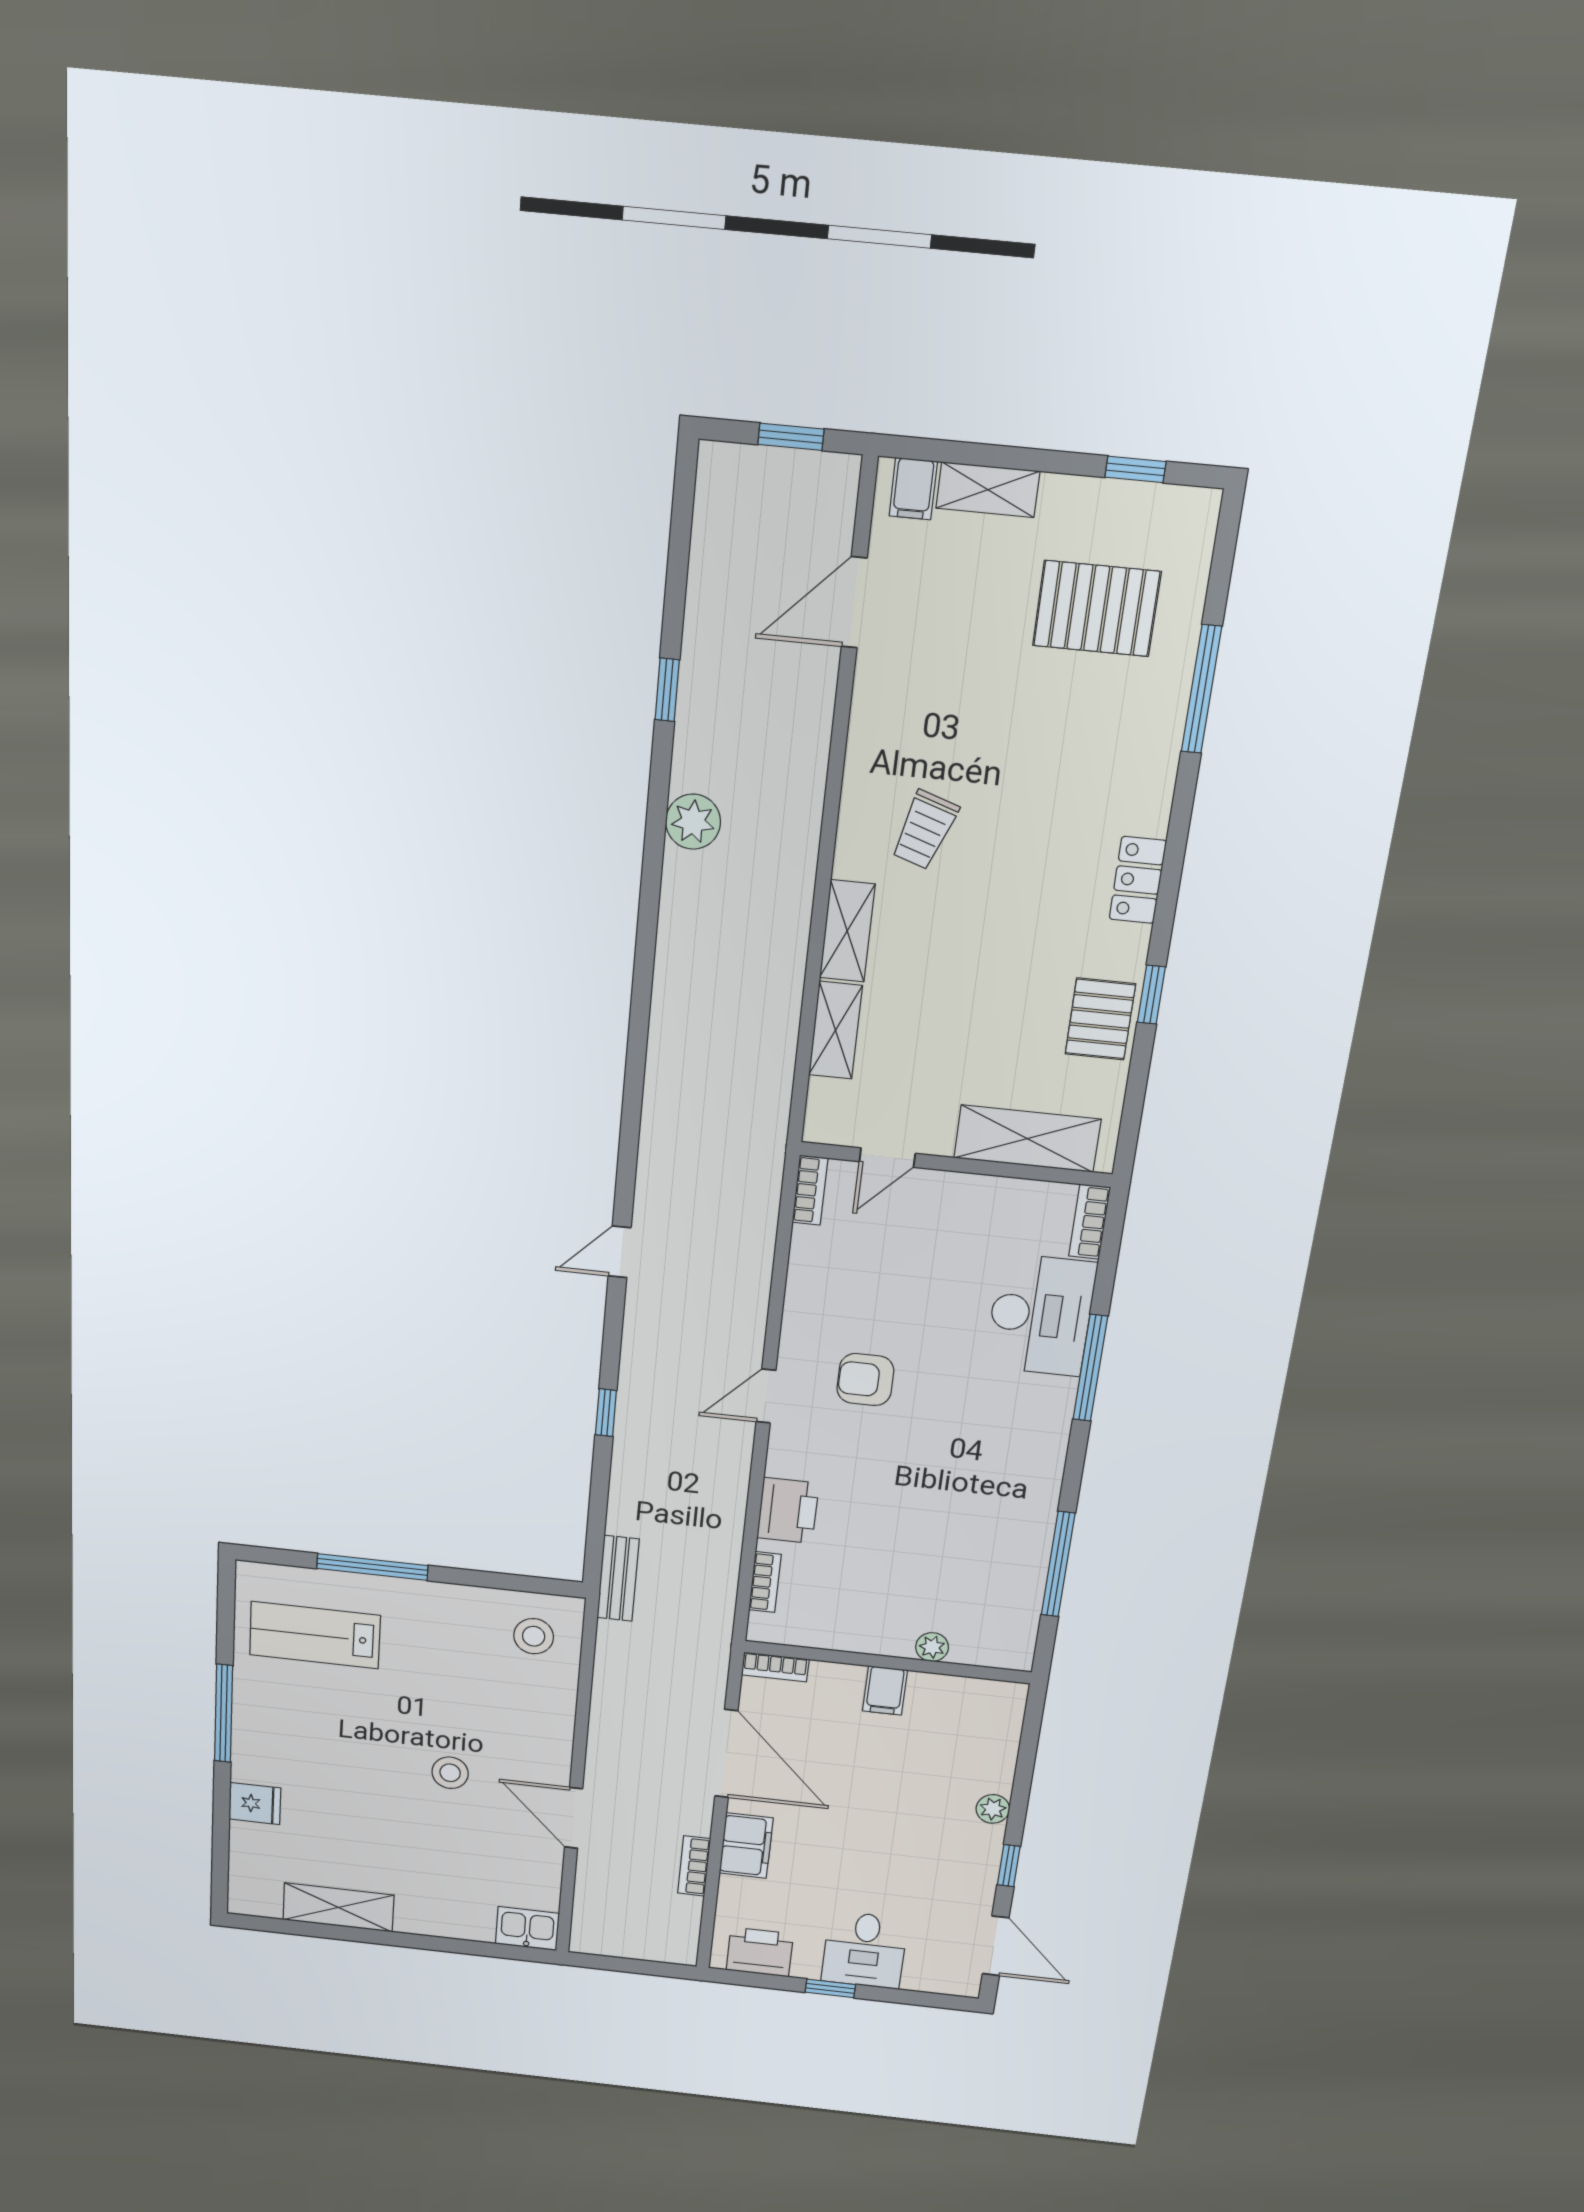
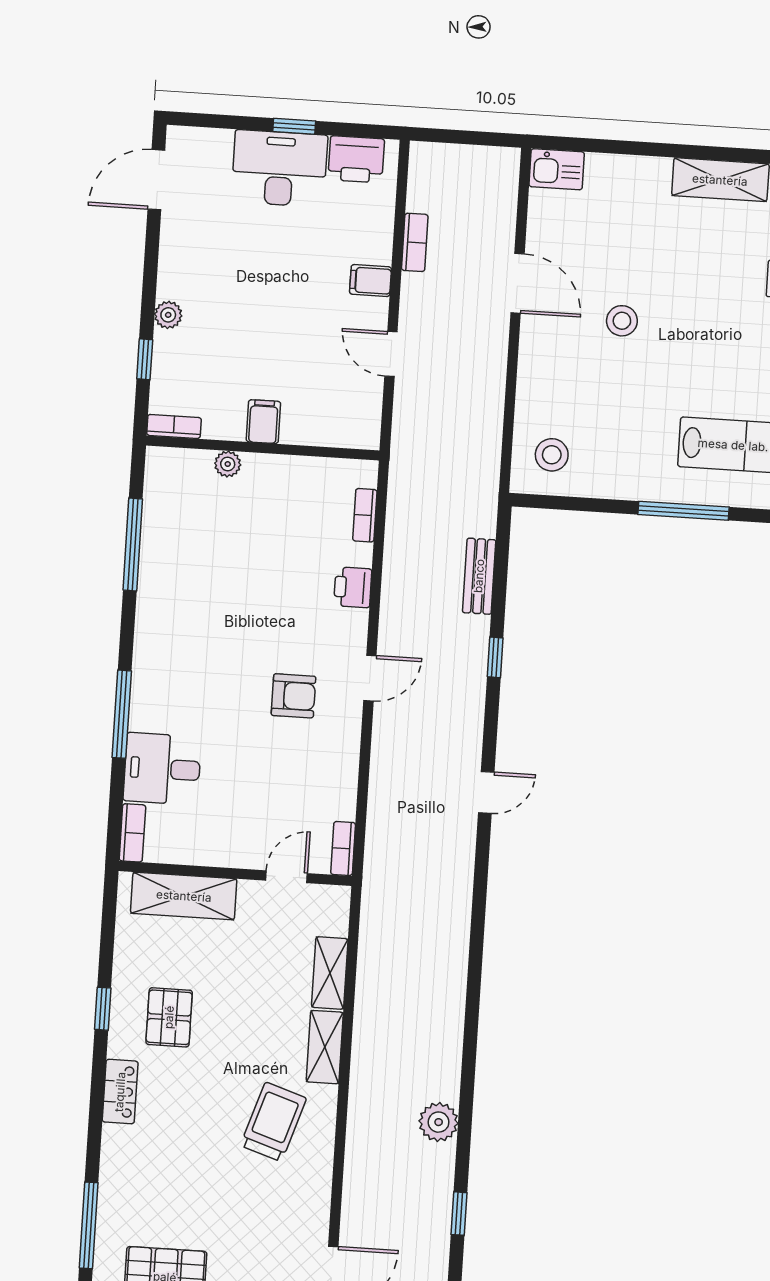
trolley: (925, 830) -> (273, 1122), width x1.36, depth x1.39
pallet: (1100, 1019) -> (169, 1017), moved
desk: (1041, 1315) -> (162, 769), width x0.73
printer: (788, 1511) -> (353, 587), width x0.73, depth x0.81
bench: (618, 1578) -> (479, 576), moved
bookcase: (775, 1667) -> (174, 426), moved
door: (726, 1754) -> (391, 354), width x0.53
filing cabinet: (746, 1846) -> (370, 281), width x0.50
window: (1009, 1866) -> (145, 359), moved
door: (996, 1946) -> (156, 180), hinge flipped
desk: (865, 1950) -> (279, 168), width x1.37

